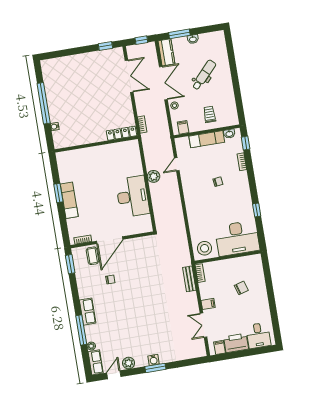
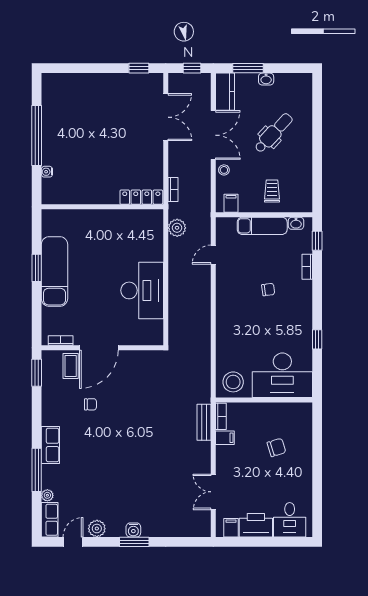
plant: (154, 176) -> (177, 228), moved
exam couch: (69, 200) -> (54, 271), width x1.36, depth x1.45
filing cabinet: (208, 304) -> (225, 438), moved

